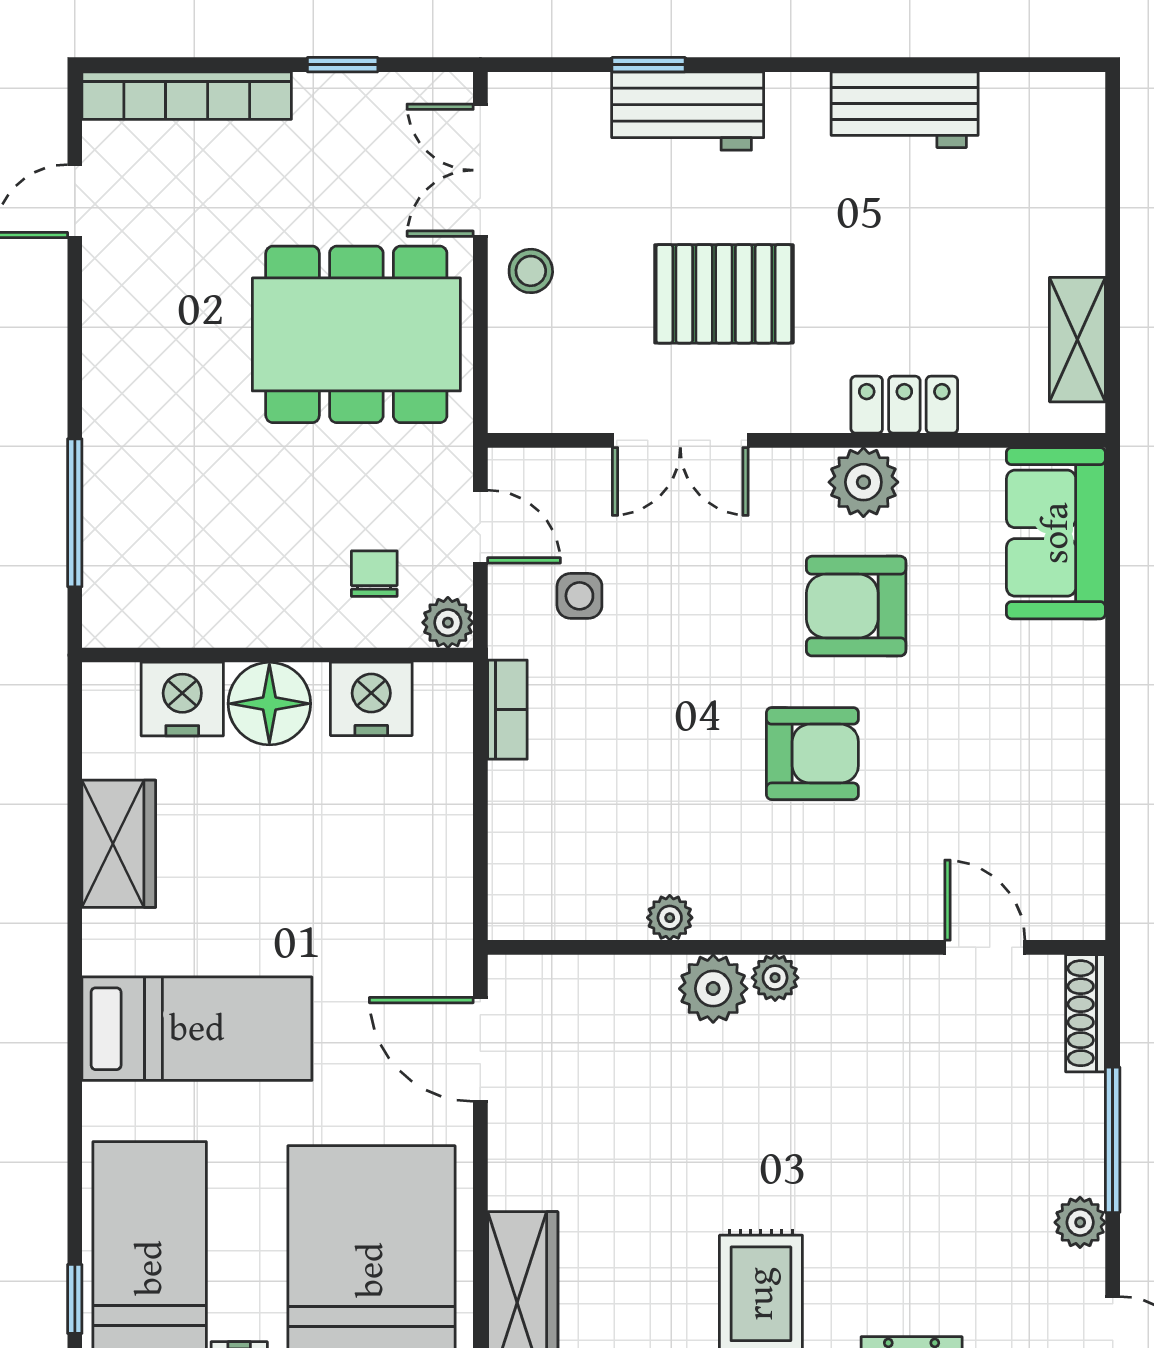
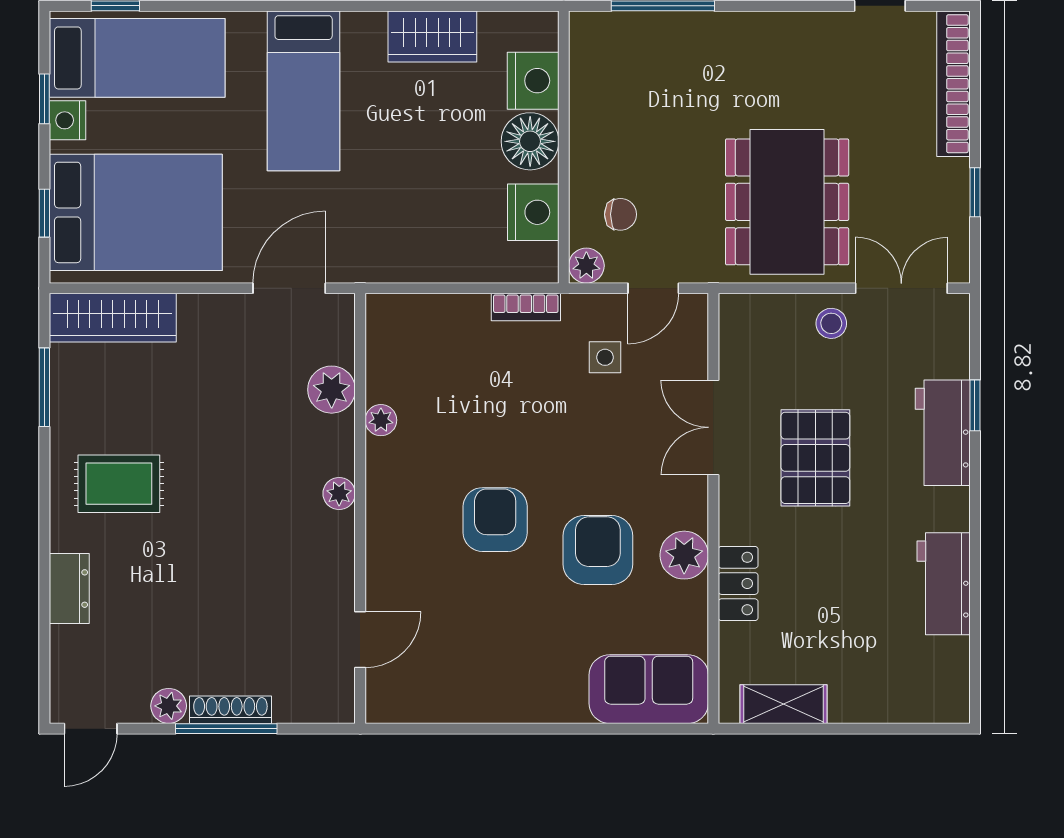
armchair: (812, 754) -> (495, 520), turned 180
plant: (713, 989) -> (332, 390), moved
shoe rack: (1085, 1013) -> (230, 710), moved

